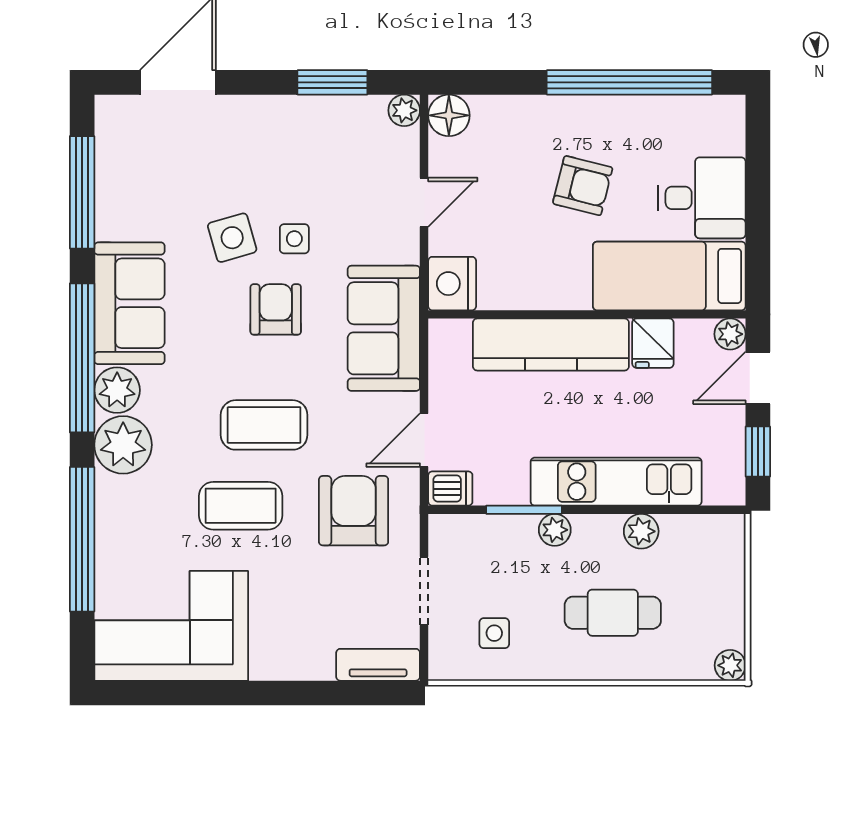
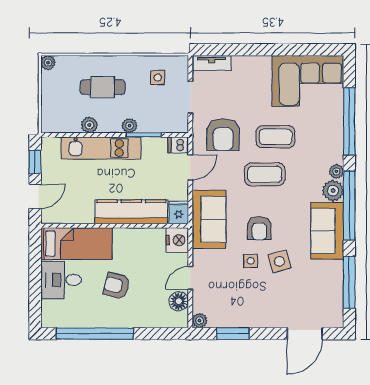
floor lamp: (449, 115) -> (179, 301), moved
plant: (730, 334) -> (48, 217), removed
fridge: (653, 343) -> (179, 212), moved
plant: (123, 445) -> (336, 171), width x0.53, depth x0.53

